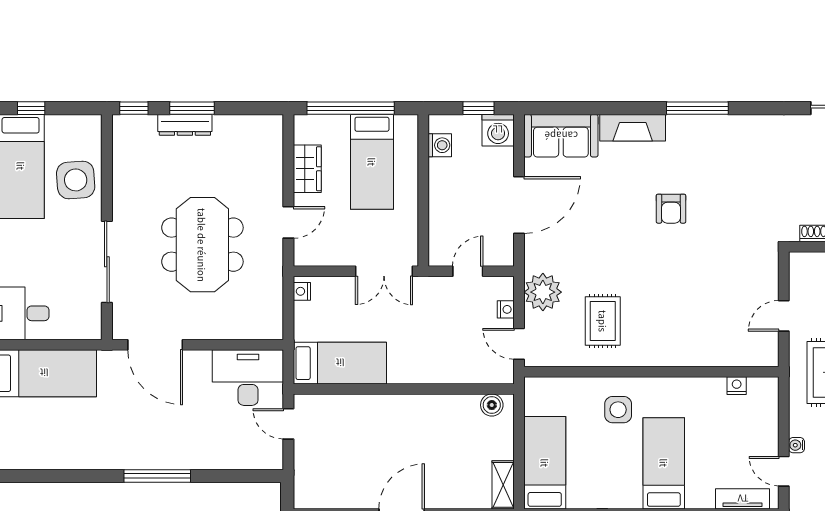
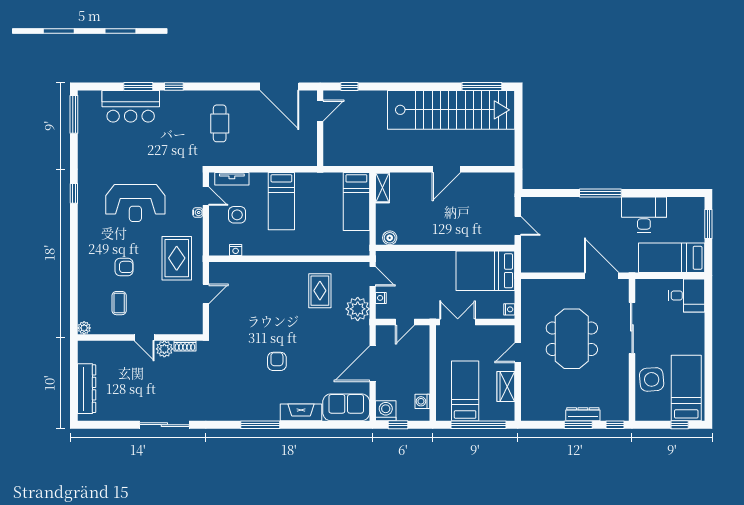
bed: (340, 363) -> (485, 271), width x1.50
desk: (248, 378) -> (644, 215), moved, turned 180
side table: (618, 410) -> (237, 215), moved

